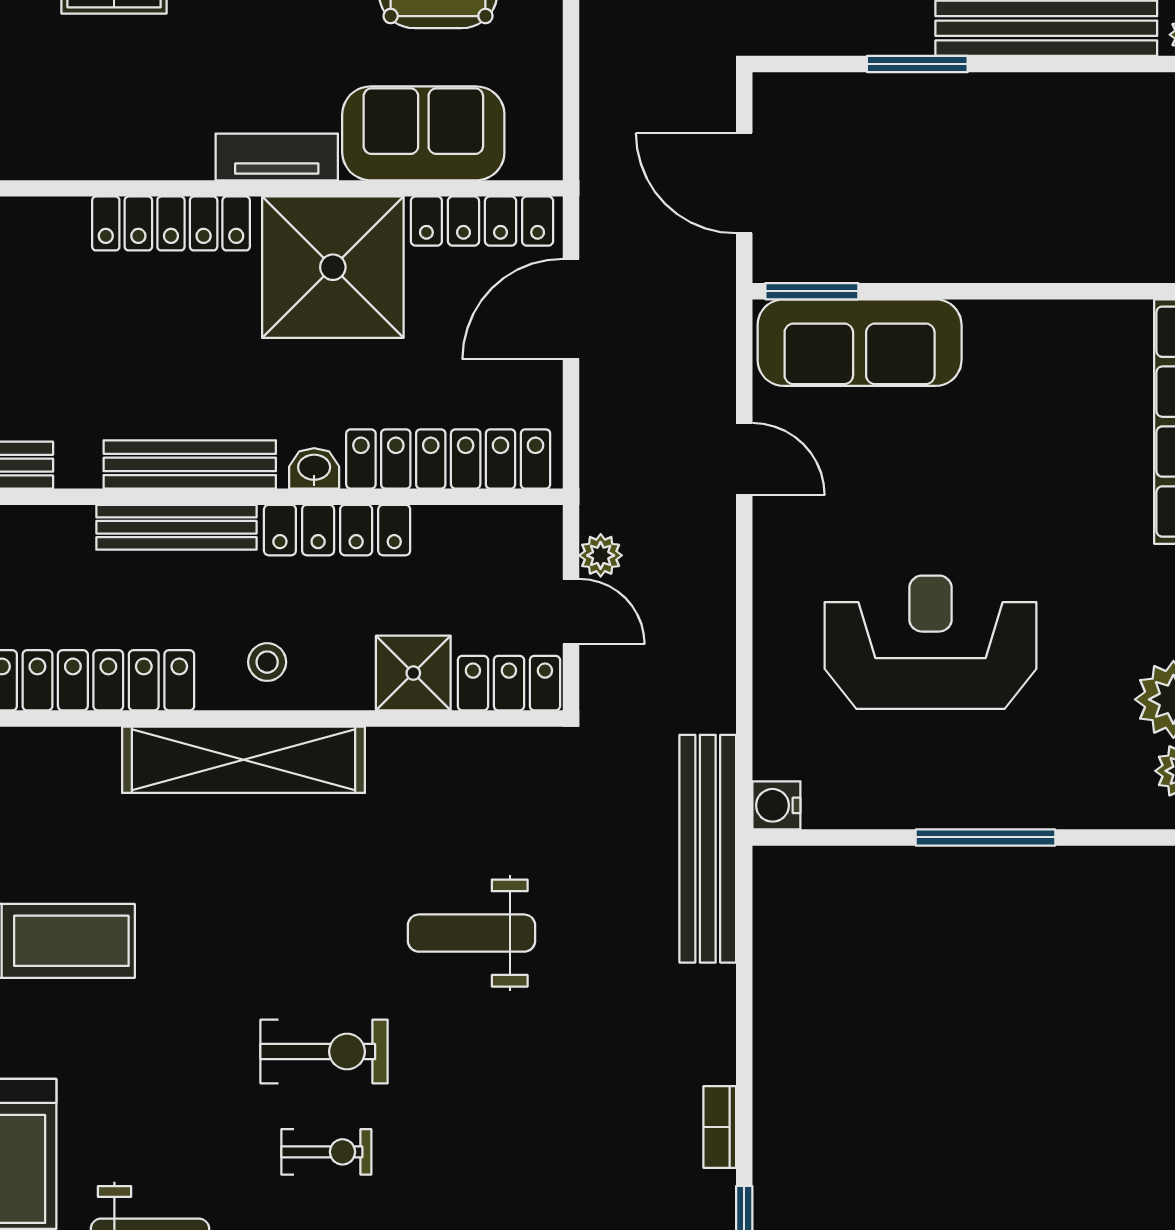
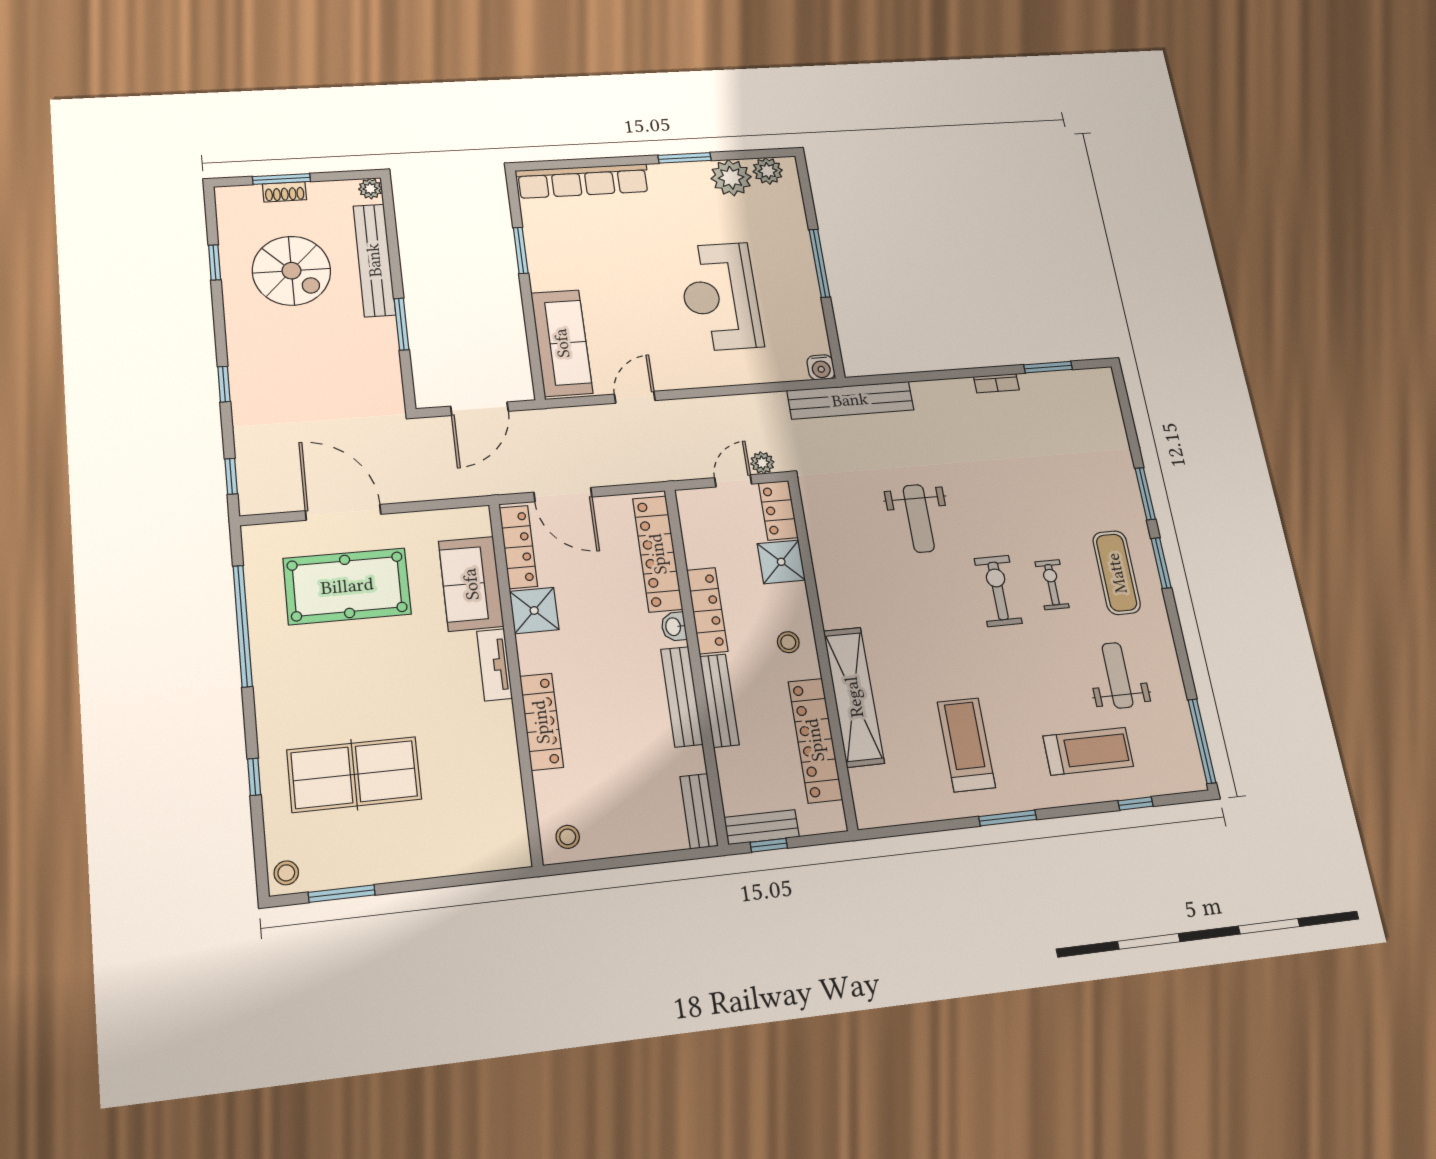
shower: (333, 267) -> (534, 610), width x0.54, depth x0.54
window: (812, 291) -> (521, 250), moved
plant: (601, 555) -> (762, 463), moved
shelving: (243, 760) -> (854, 697), moved

